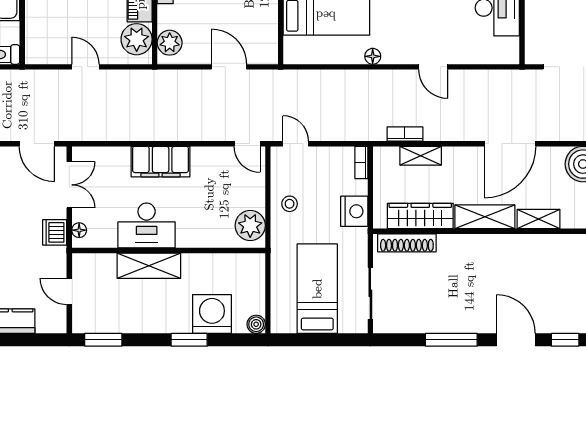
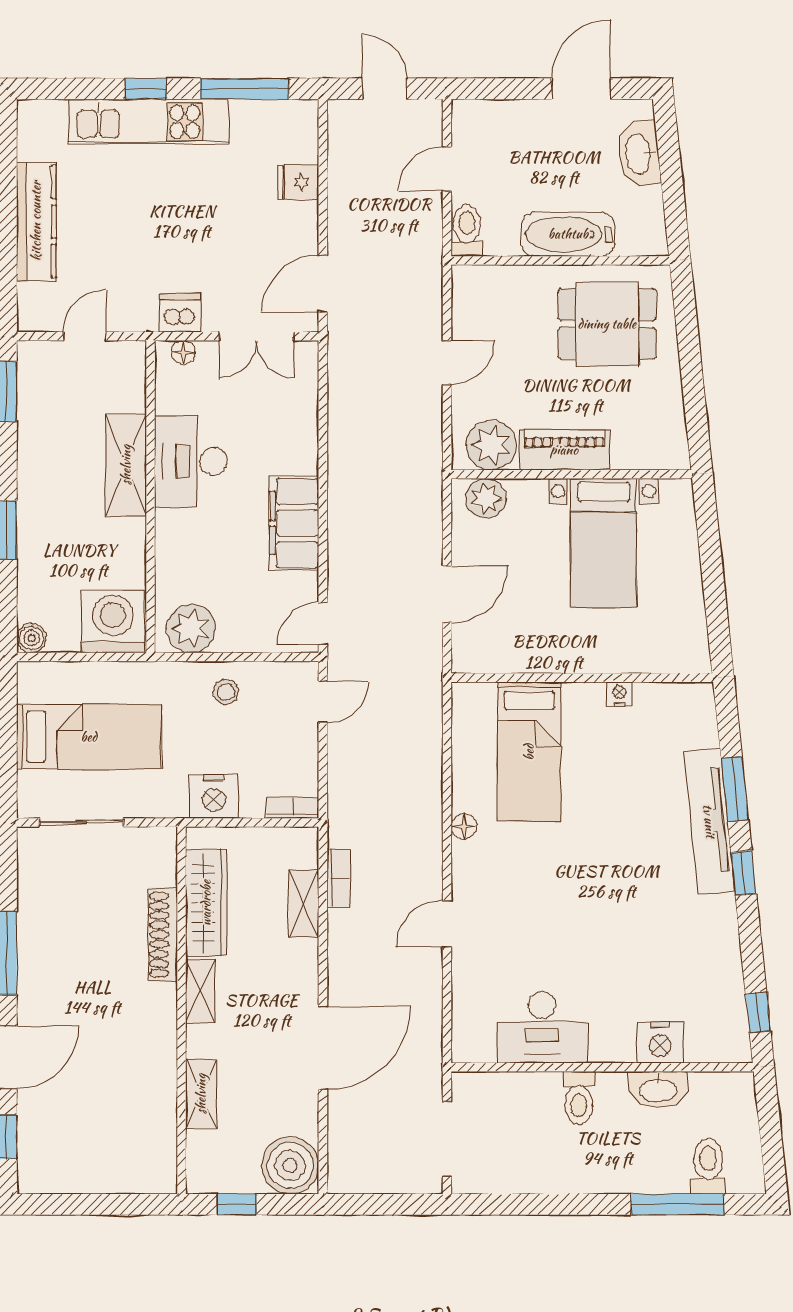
door: (510, 144) -> (323, 1048), swing flipped
filing cabinet: (161, 162) -> (294, 523), moved
shelving: (485, 217) -> (200, 991), width x0.67, depth x0.75
shoe rack: (407, 243) -> (163, 935), moved
washing machine: (212, 314) -> (113, 621), moved, turned -90

